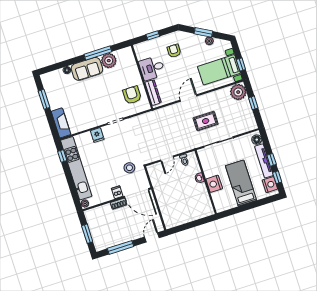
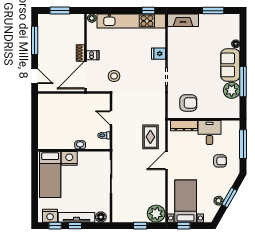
window: (153, 35) -> (243, 144), width x2.17
door: (189, 98) -> (167, 160), swing flipped
rug: (206, 121) -> (150, 137), moved
bed: (241, 183) -> (50, 175), moved, turned 90

